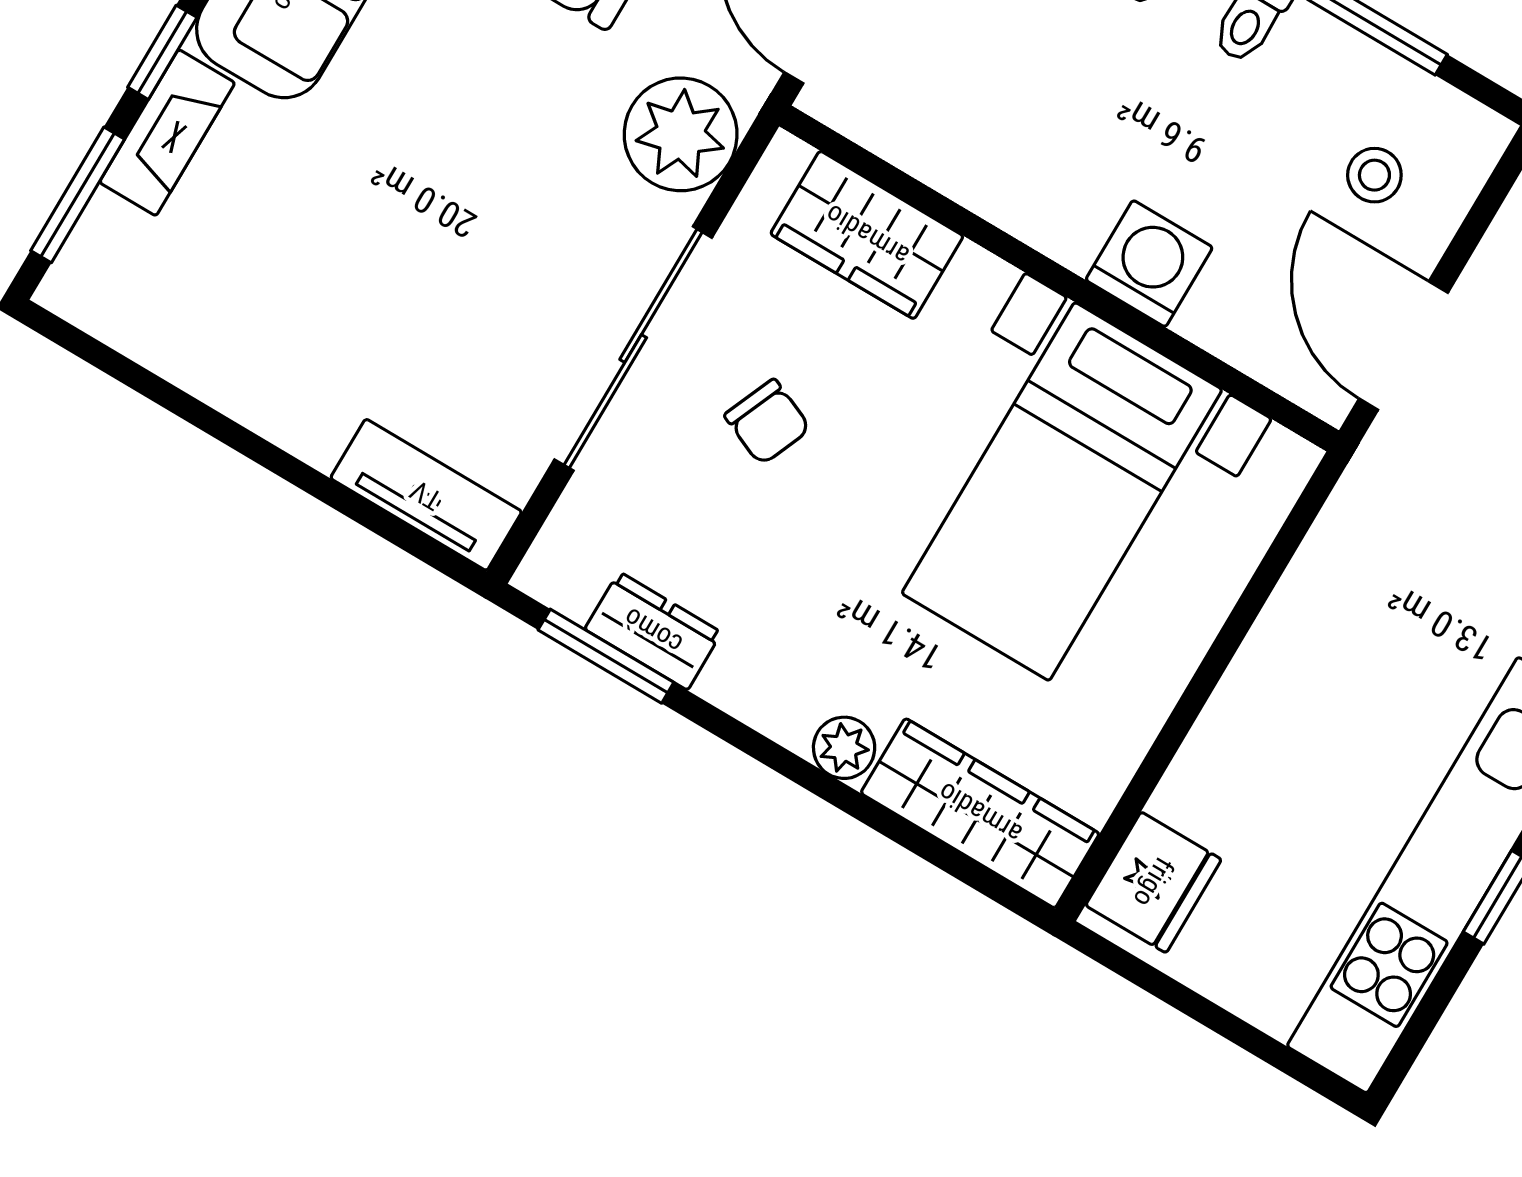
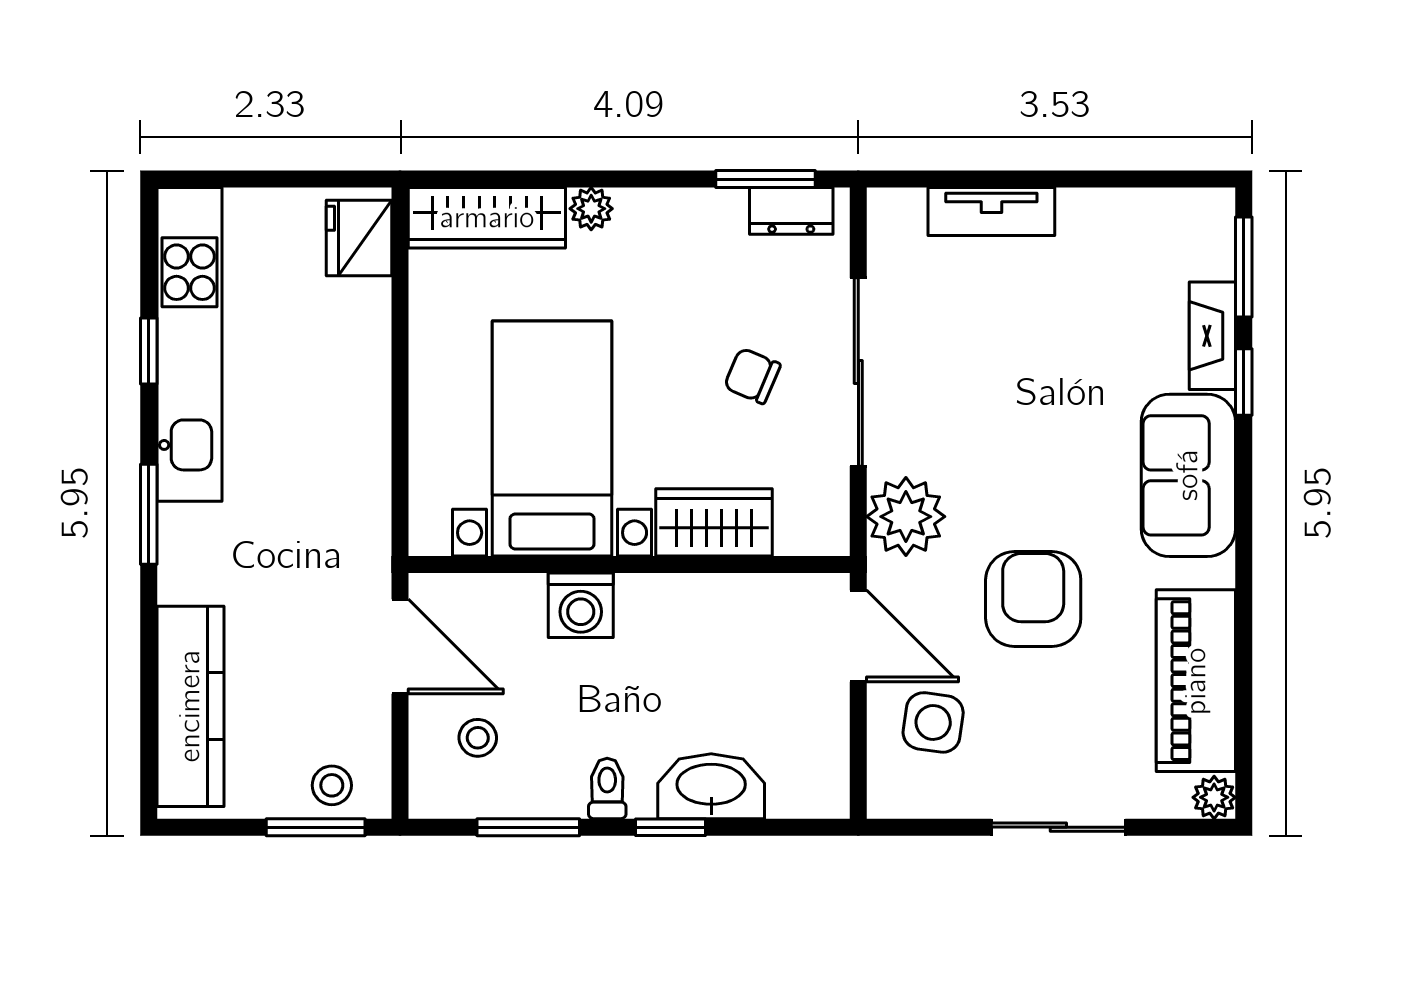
wardrobe: (867, 235) -> (714, 522), moved
tv unit: (426, 495) -> (991, 212), moved
dresser: (653, 631) -> (791, 211), moved

